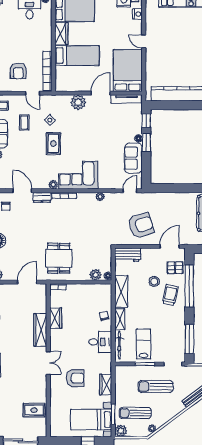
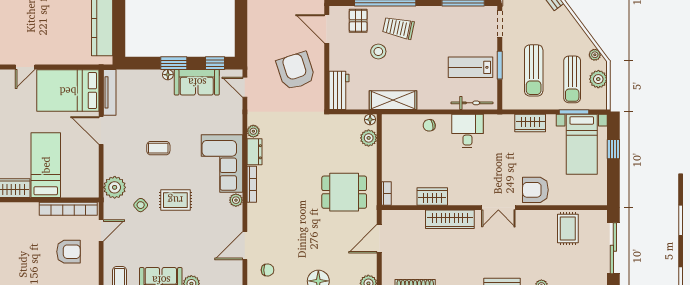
plant: (78, 102) -> (115, 187), moved
window: (146, 121) -> (215, 63), moved
coffee table: (24, 122) -> (158, 148), moved
dresser: (42, 197) -> (255, 152), moved
door: (27, 282) -> (379, 239), hinge flipped
shelving: (120, 319) -> (434, 102), removed
double door: (48, 363) -> (498, 208), swing flipped
armchair: (75, 378) -> (535, 190), moved, turned -90
sun lounger: (156, 387) -> (534, 70), moved
plant: (121, 431) -> (598, 79), moved

